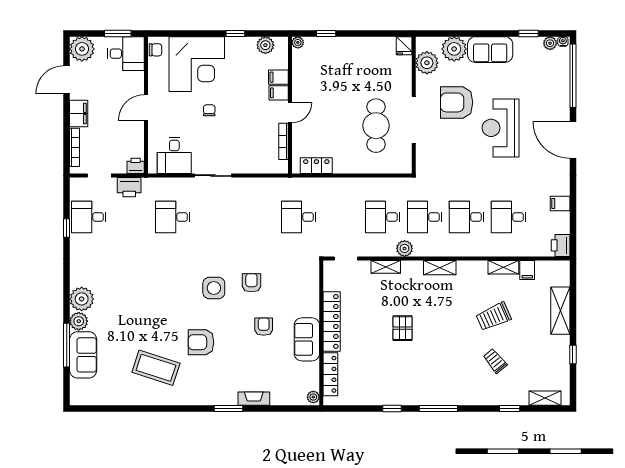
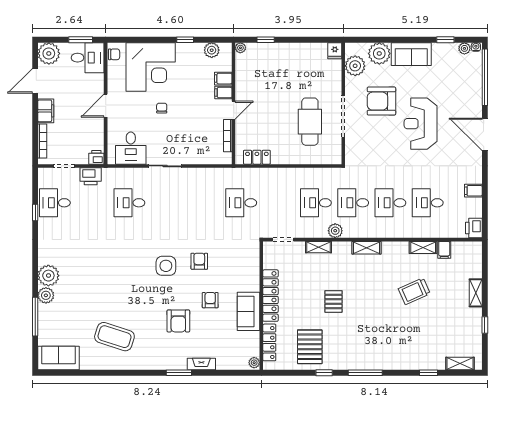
shelving: (560, 311) -> (476, 293), width x0.67, depth x0.75
armchair: (201, 342) -> (178, 321), moved, turned -90
sofa: (83, 355) -> (59, 358), moved, turned -90
trolley: (495, 361) -> (416, 331), removed
pallet: (376, 379) -> (310, 347), added

